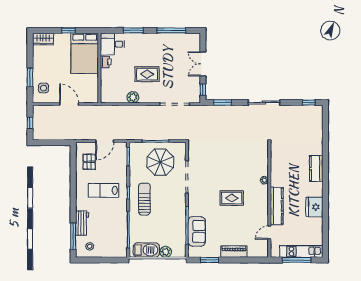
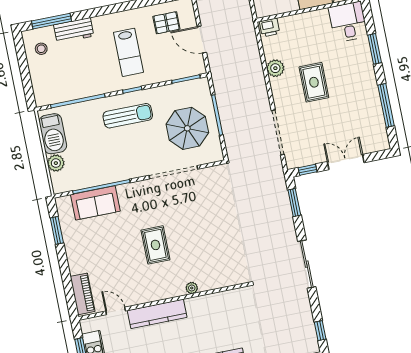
printer: (106, 62) -> (270, 27), moved
lab bench: (103, 190) -> (128, 52), turned 180
piano: (234, 252) -> (83, 294), moved

